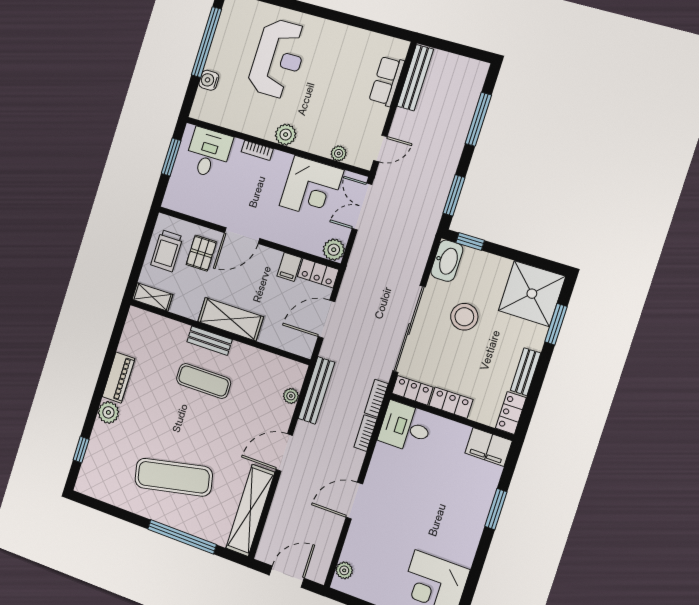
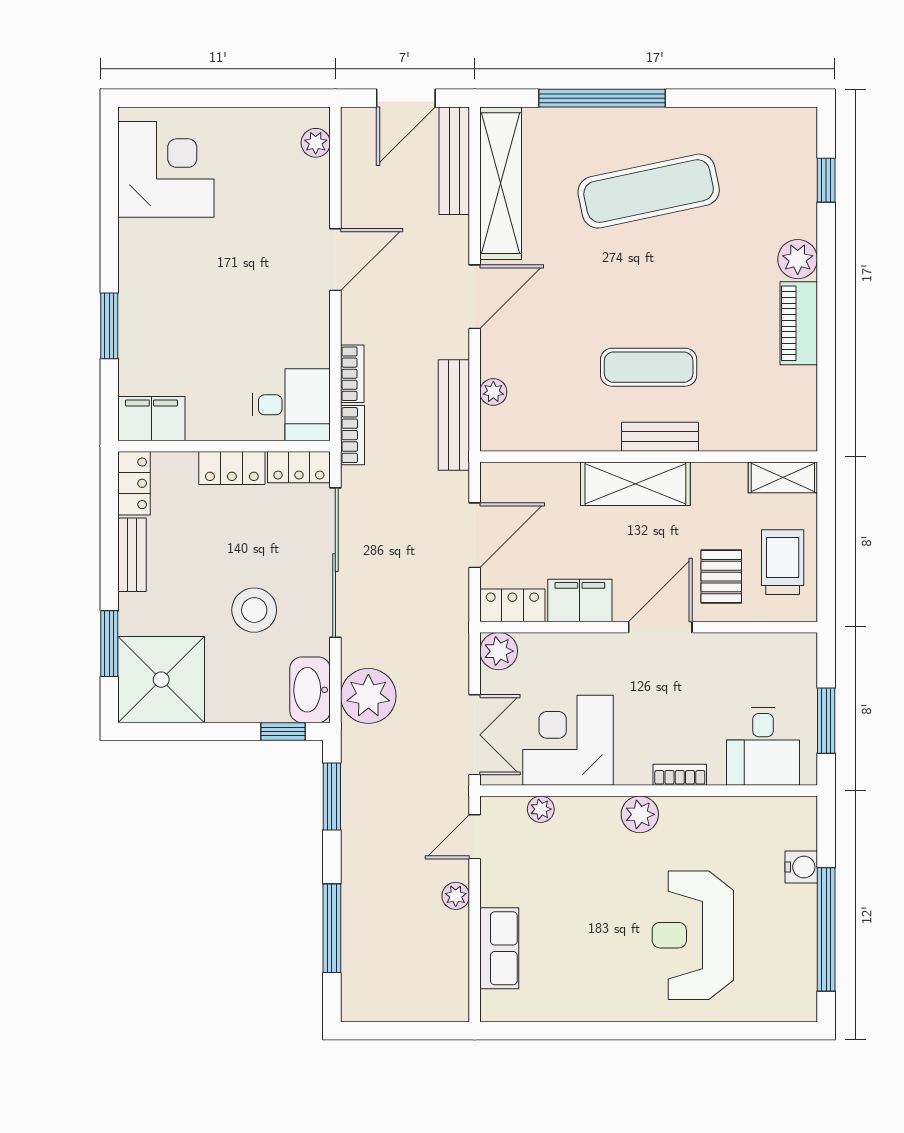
bench: (415, 78) -> (454, 161), moved
plant: (402, 118) -> (456, 896), added
plant: (415, 247) -> (368, 696), added
filing cabinet: (289, 267) -> (580, 600), width x2.00

